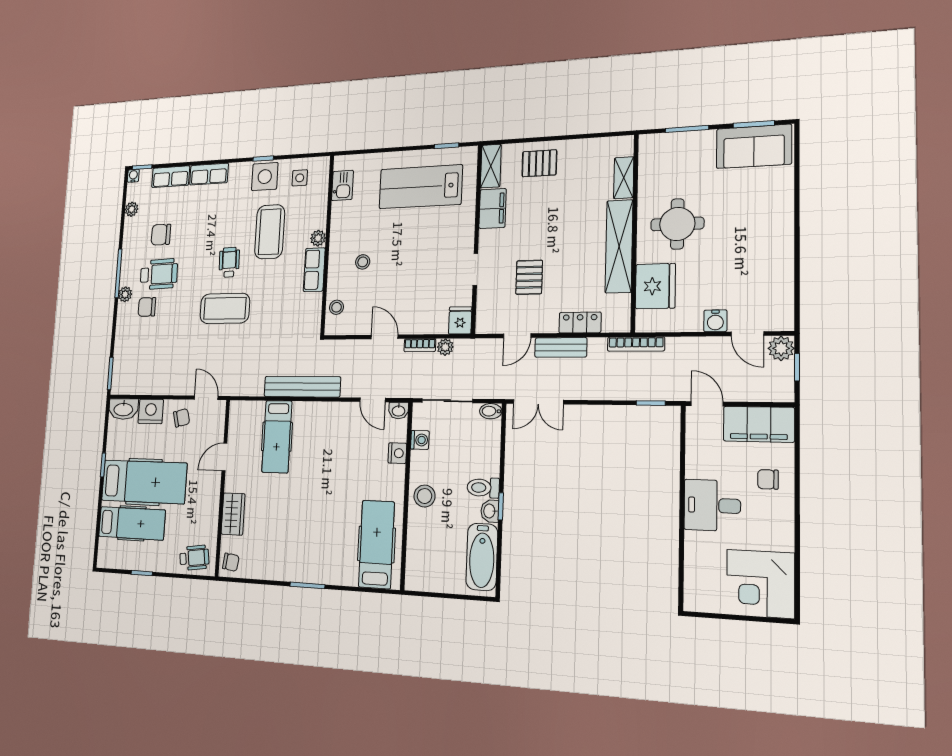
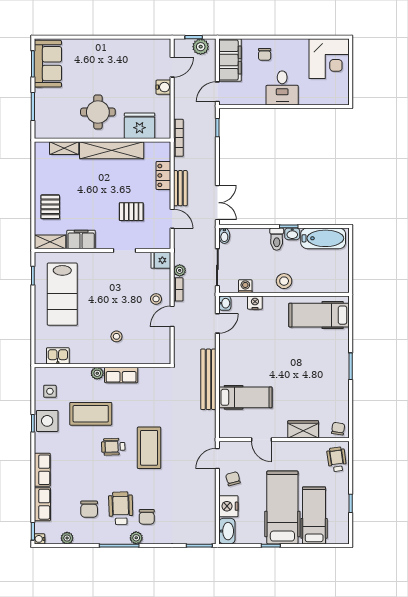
stool: (337, 307) -> (156, 299), moved
plant: (781, 348) -> (201, 47), moved

